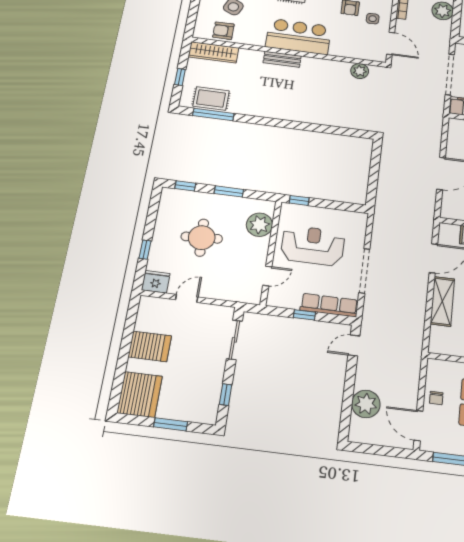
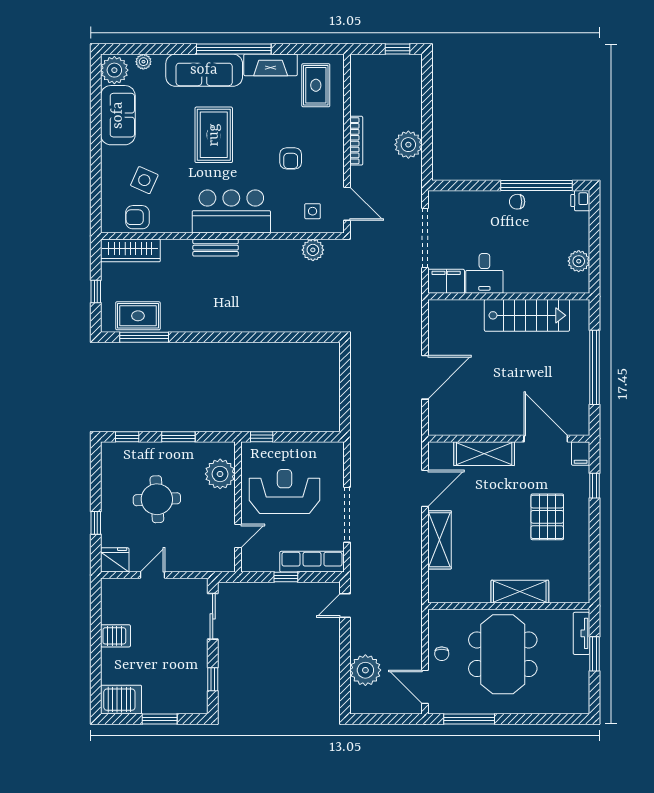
side table: (373, 19) -> (313, 211), moved
server rack: (150, 346) -> (115, 636), width x0.73, depth x0.70
server rack: (140, 395) -> (121, 700), width x0.63

